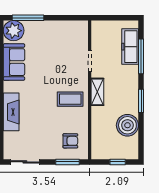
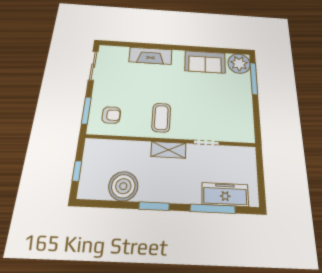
armchair: (70, 141) -> (111, 115), turned -90

